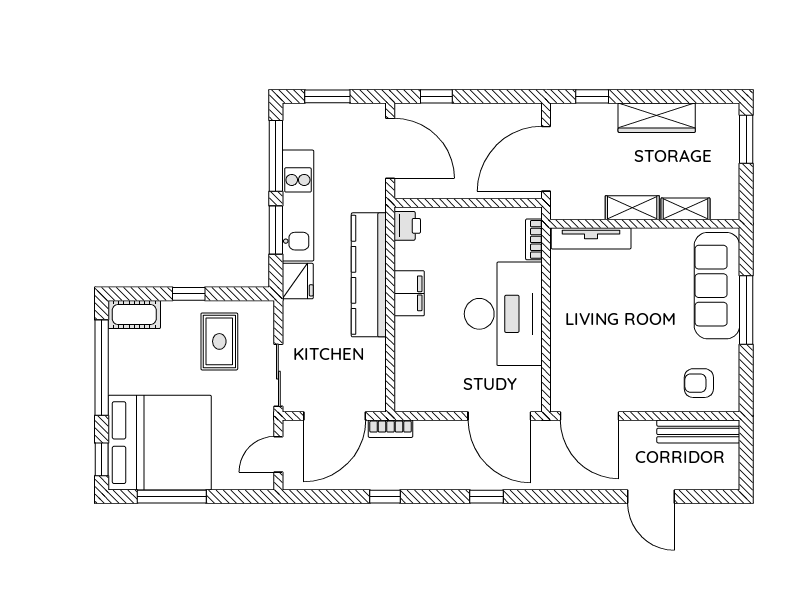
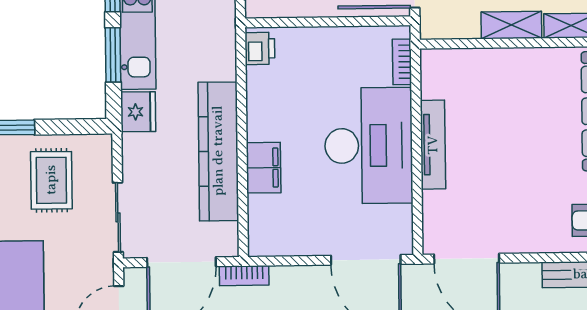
tv unit: (591, 238) -> (433, 145), moved, turned -90
kitchen counter: (369, 275) -> (218, 151), moved
filing cabinet: (409, 293) -> (264, 168), moved

